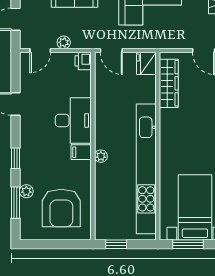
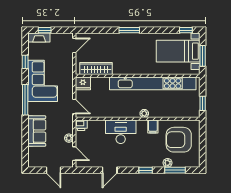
door: (111, 50) -> (74, 107), hinge flipped
filing cabinet: (81, 152) -> (153, 127), moved
armchair: (61, 208) -> (179, 140), turned 180

